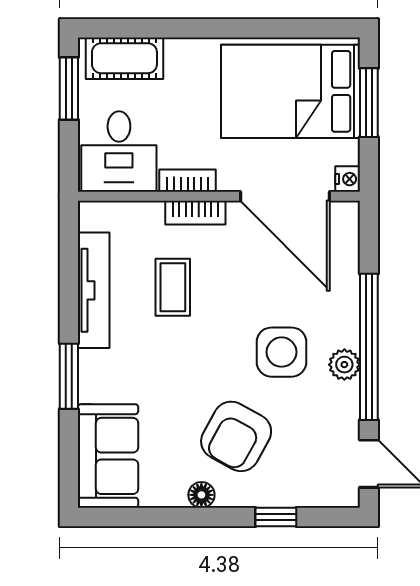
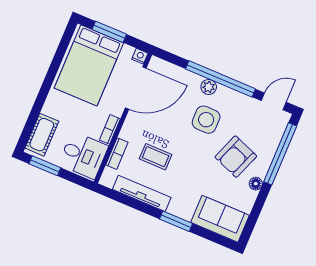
bookcase: (195, 213) -> (117, 154), moved
plant: (344, 365) -> (209, 87), moved
armchair: (236, 436) -> (236, 157), turned 82
window: (276, 517) -> (280, 154), width x3.17

